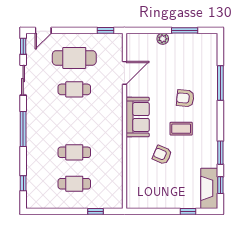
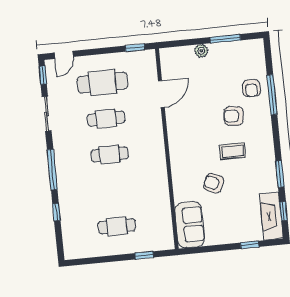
armchair: (203, 76) -> (251, 88), added
sofa: (138, 117) -> (190, 225), moved
cafe table: (74, 152) -> (110, 154), moved
window: (23, 183) -> (56, 212), moved

